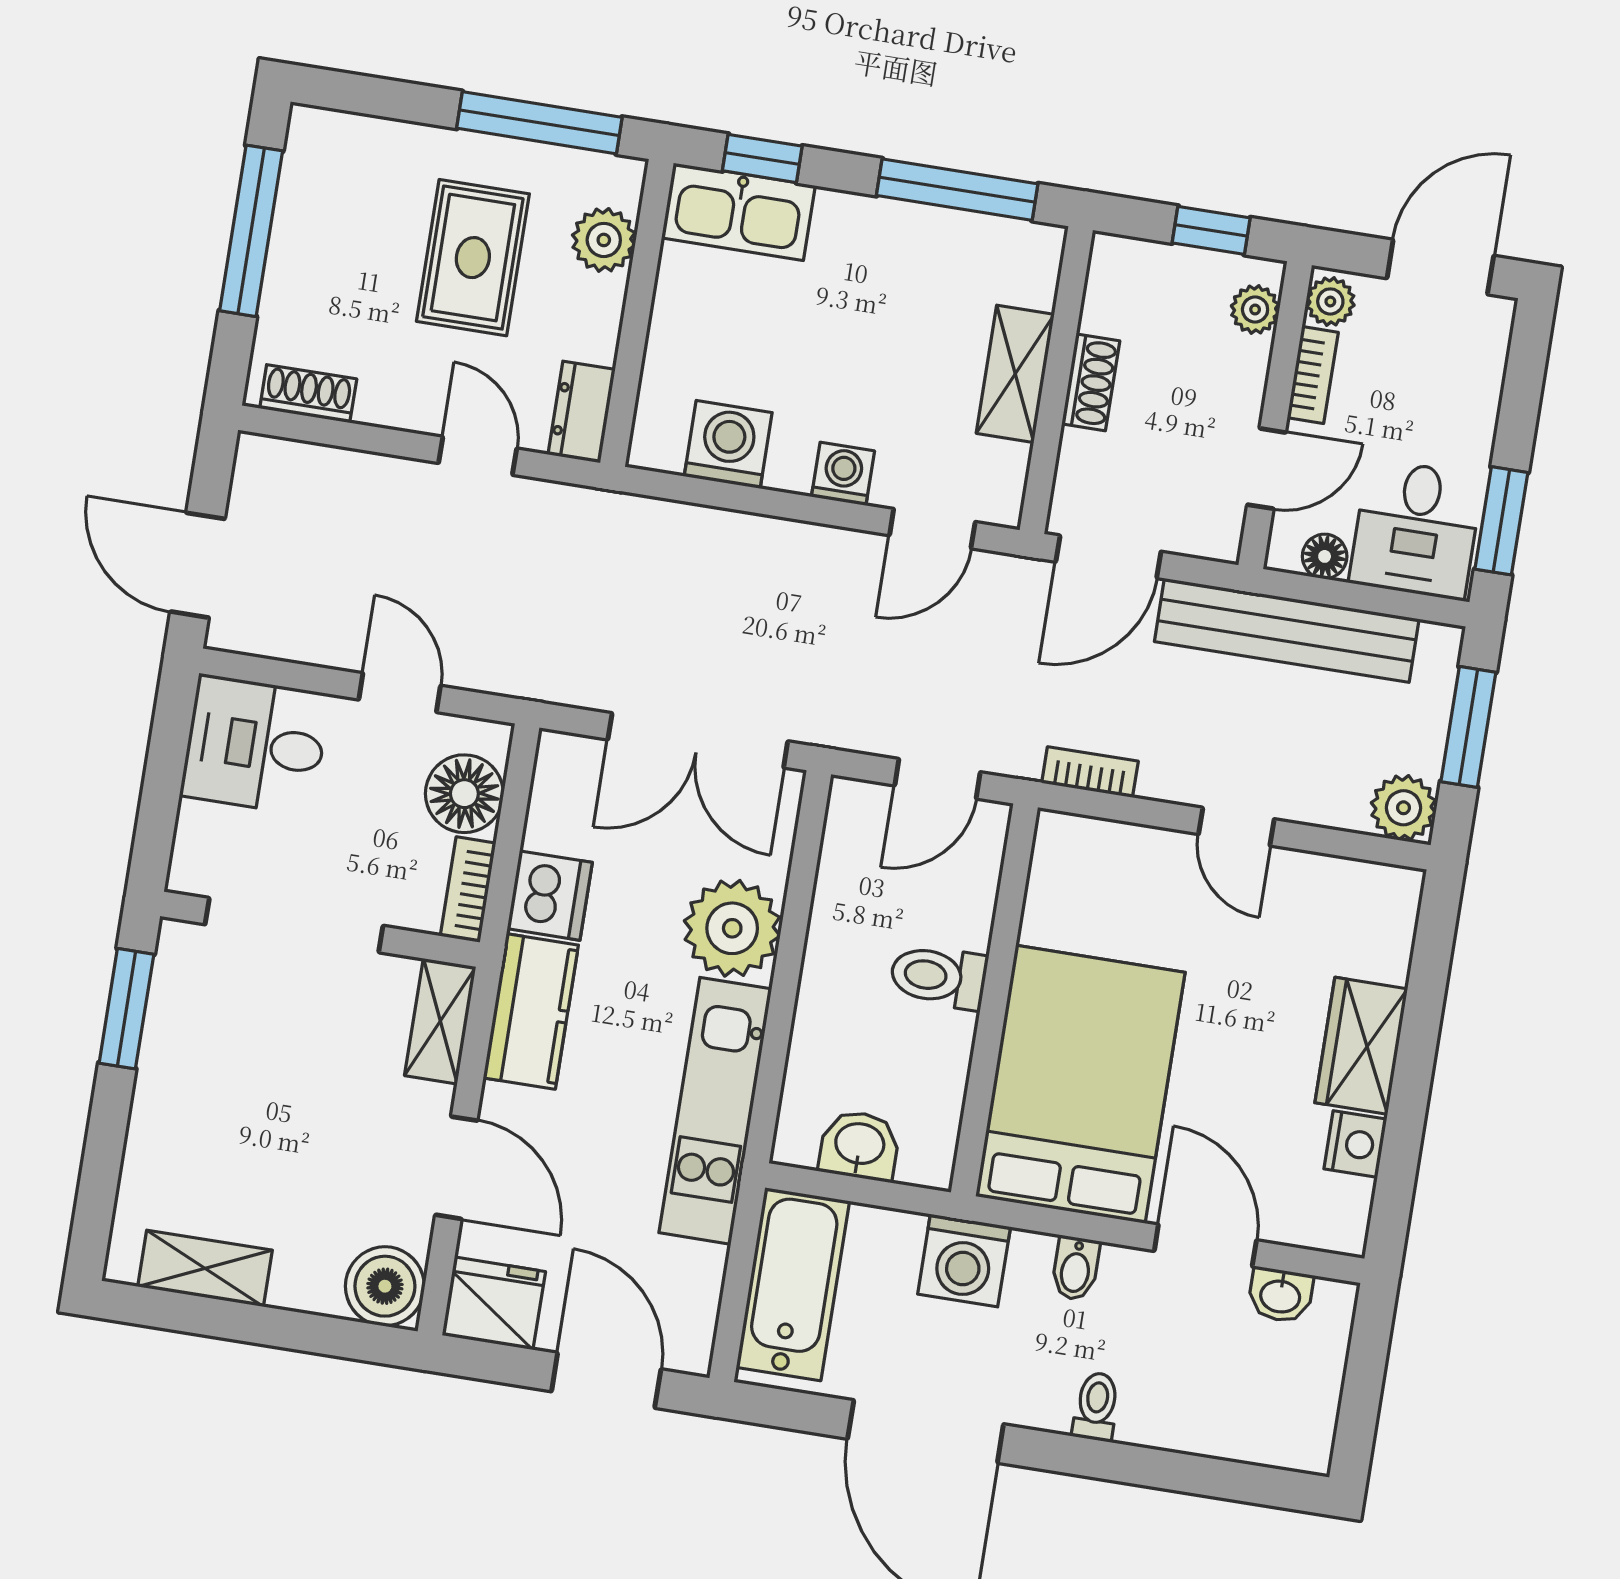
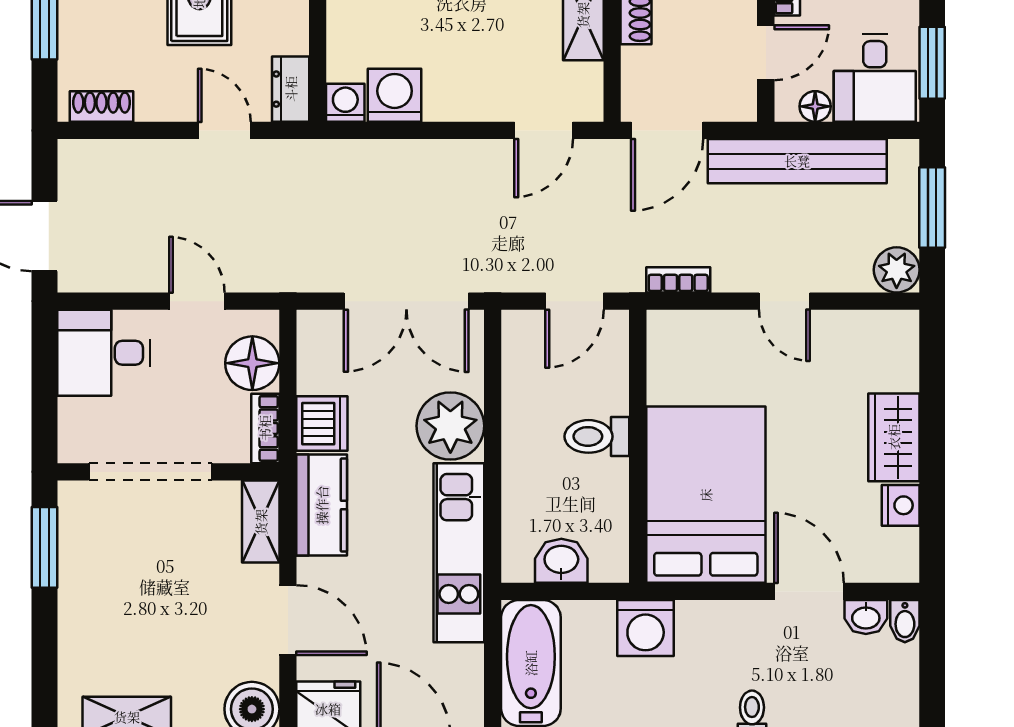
washing machine: (843, 474) -> (345, 103), moved
bidet: (1076, 1268) -> (905, 621), moved

